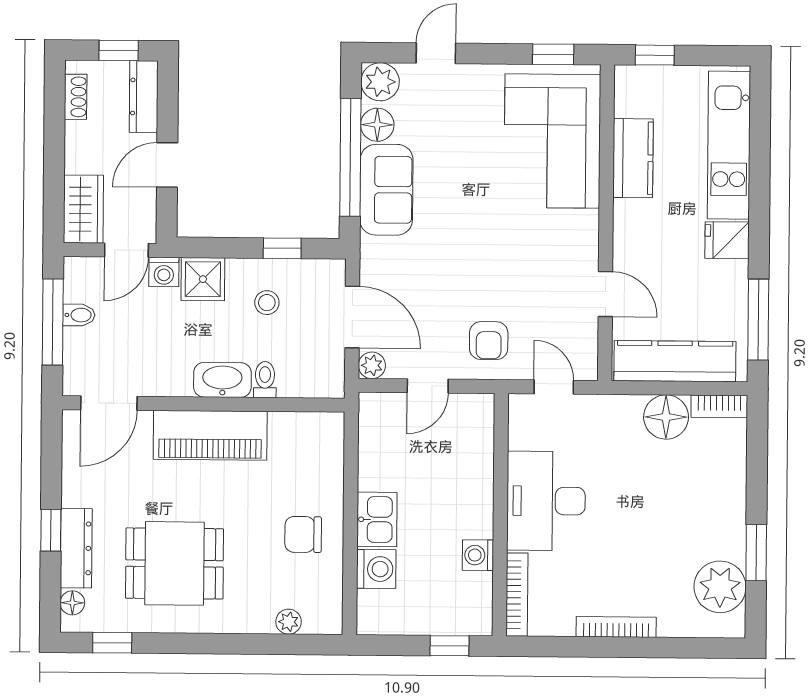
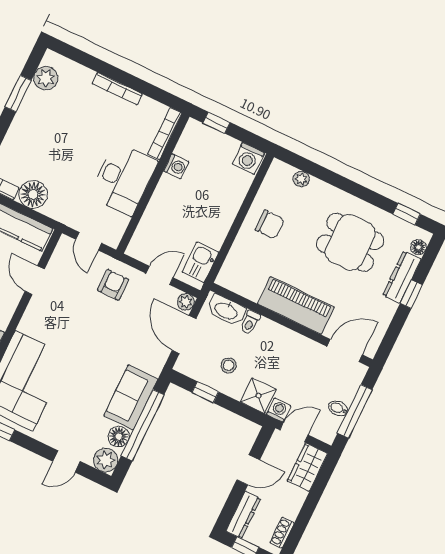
washbasin: (222, 380) -> (226, 310), moved
kitchen sink: (377, 519) -> (200, 262), moved
washing machine: (376, 569) -> (248, 158), moved, turned -90
plant: (720, 587) -> (46, 78), width x0.73, depth x0.73

